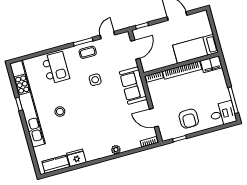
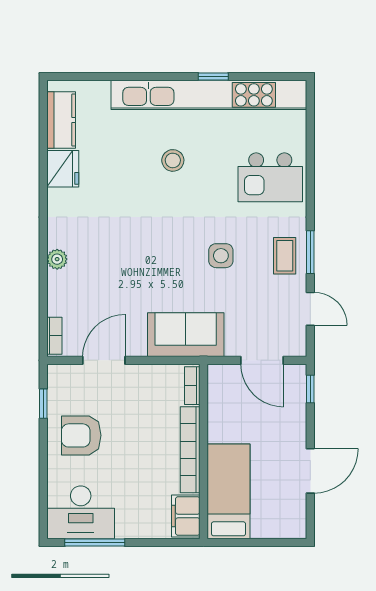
desk: (223, 114) -> (81, 512), width x1.37

